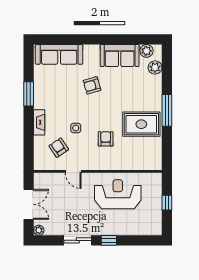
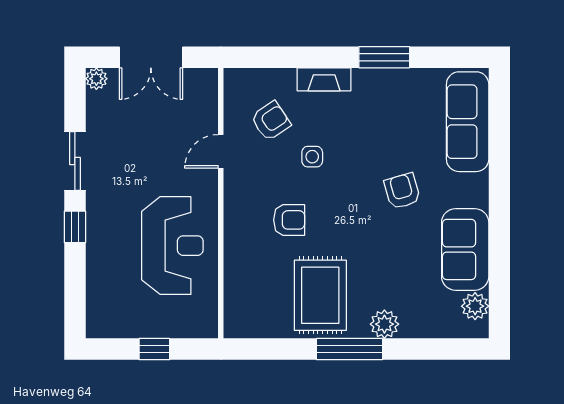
plant: (155, 68) -> (384, 324), moved

